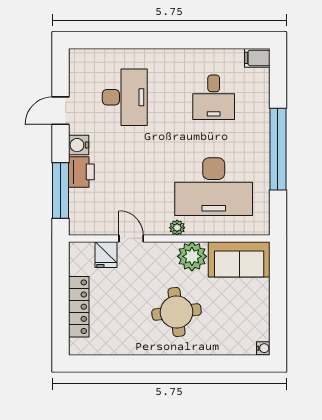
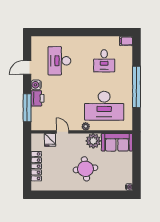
desk: (125, 97) -> (59, 61), turned 180

